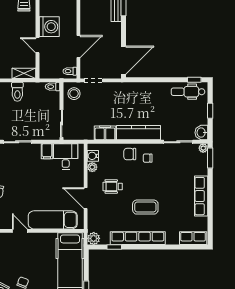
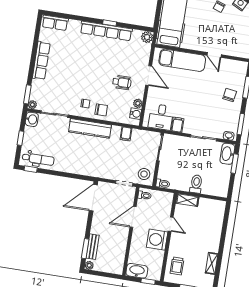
filing cabinet: (105, 133) -> (126, 134), width x0.50
coffee table: (145, 207) -> (95, 59), removed
window: (114, 247) -> (110, 23), moved

